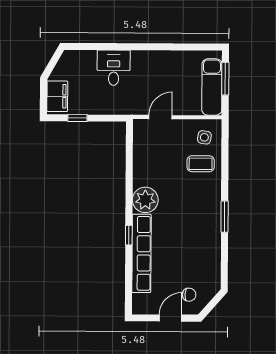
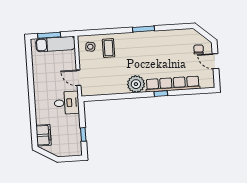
desk: (114, 68) -> (67, 103), moved, turned 180
filing cabinet: (57, 96) -> (44, 135), moved, turned 90

